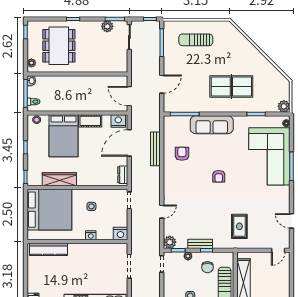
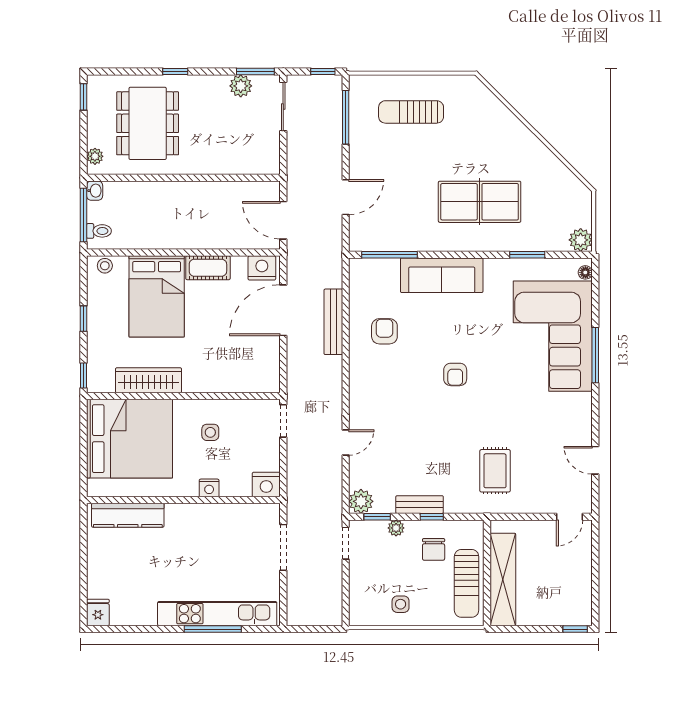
dresser: (123, 175) -> (271, 372), removed

